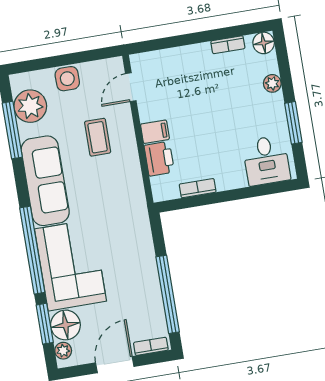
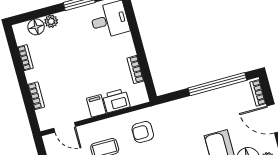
floor lamp: (264, 43) -> (36, 27), moved
bookcase: (176, 54) -> (36, 96), added
armchair: (114, 190) -> (143, 132), added

